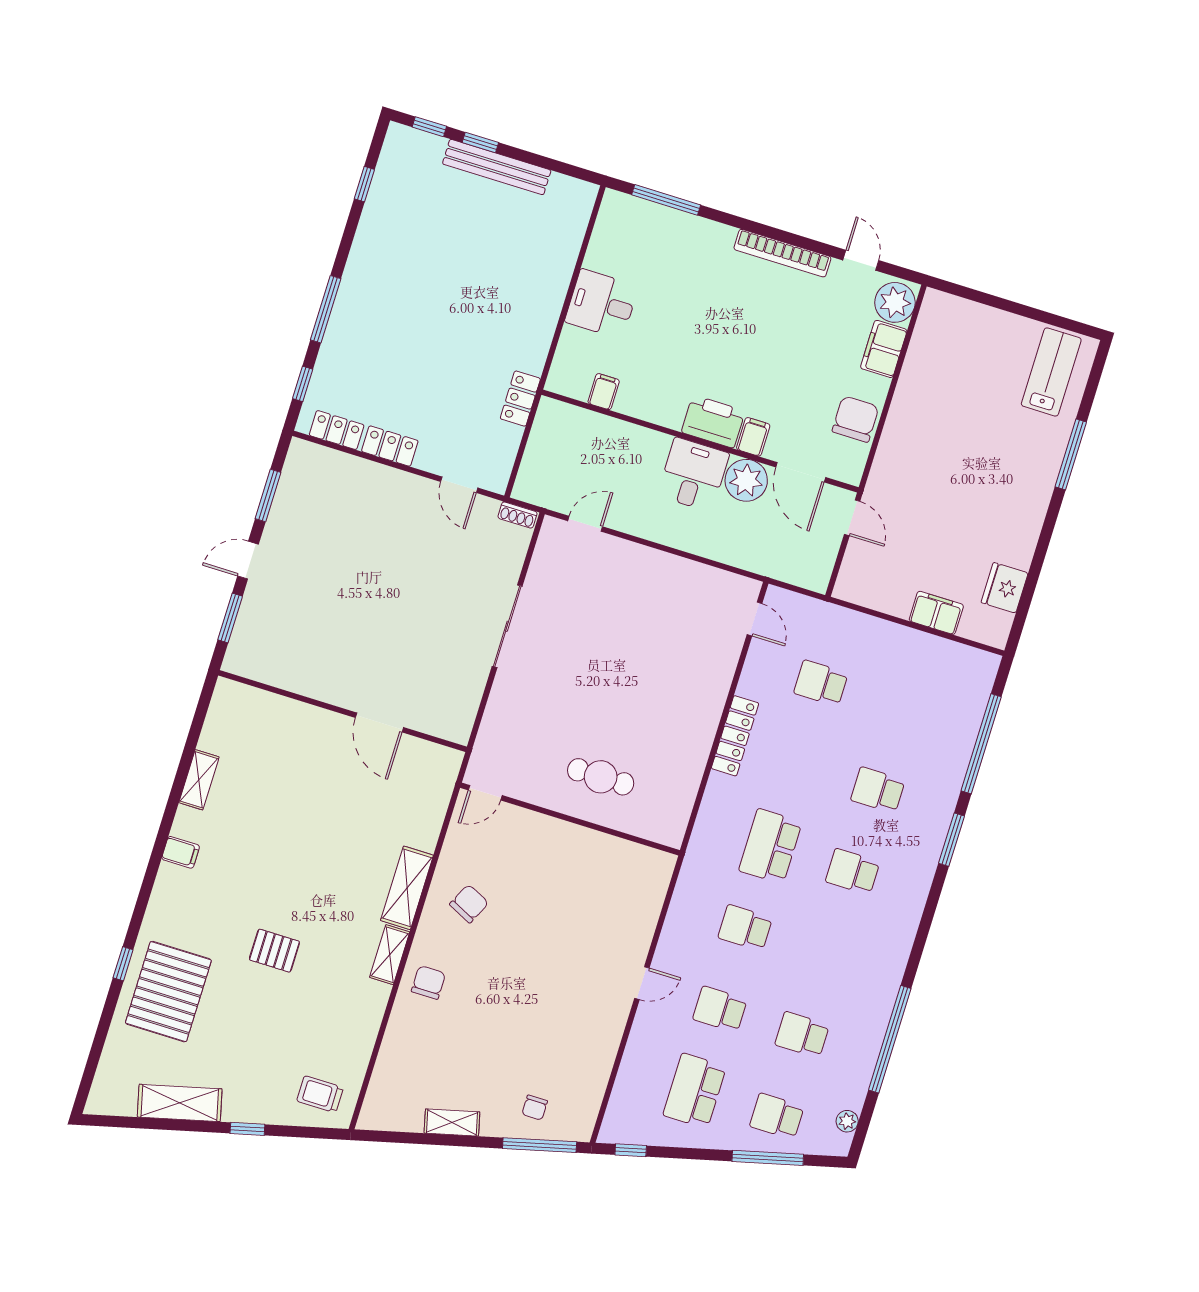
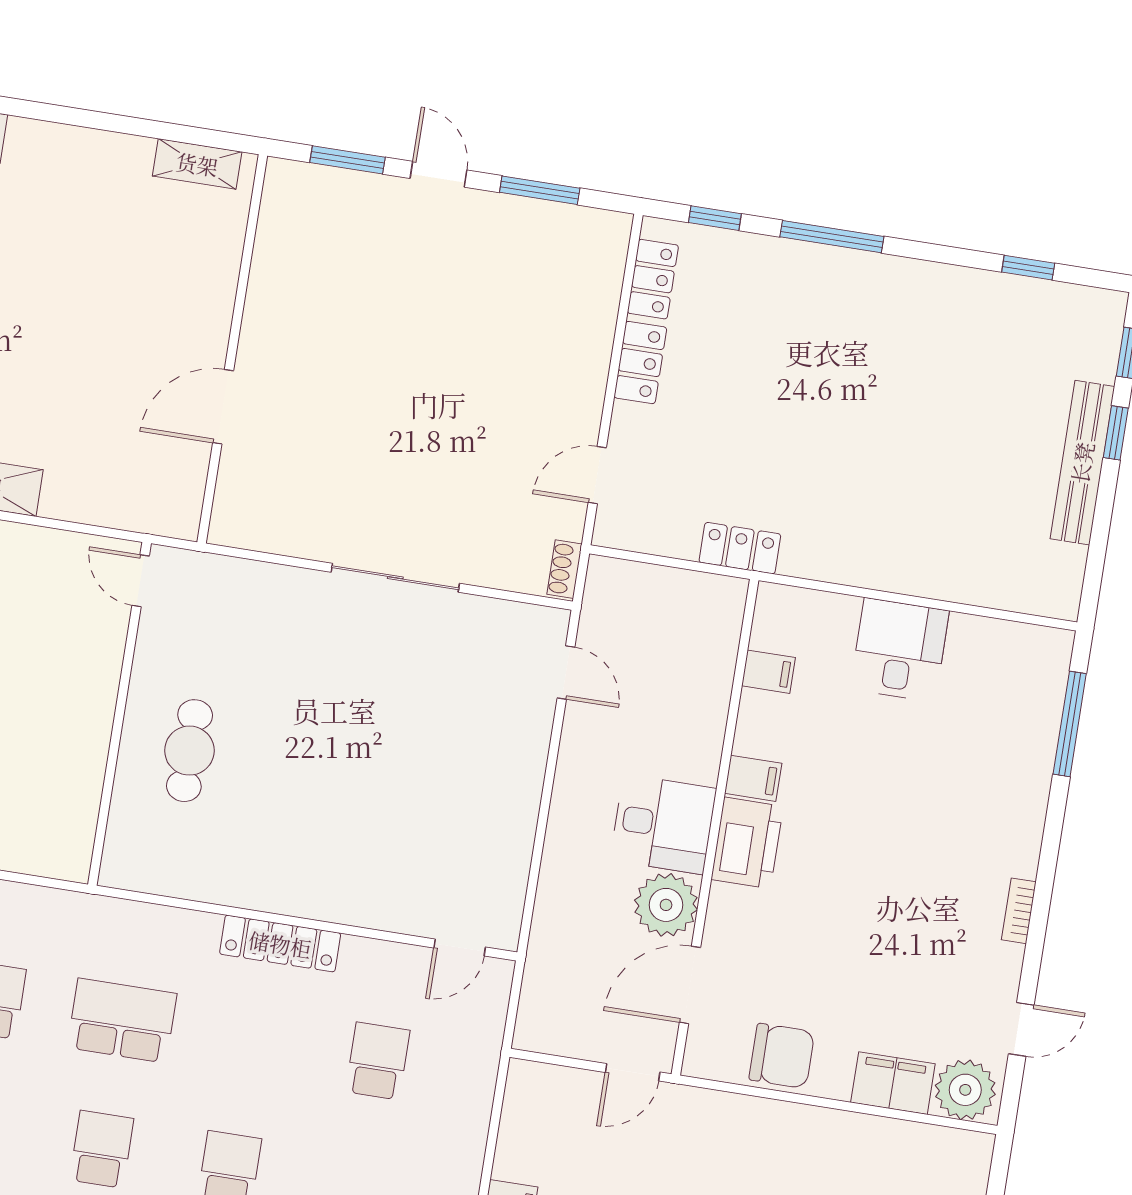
bookcase: (782, 253) -> (1019, 911), width x0.43, depth x0.76
filing cabinet: (753, 437) -> (753, 778), moved
shelving: (199, 780) -> (197, 164), moved

